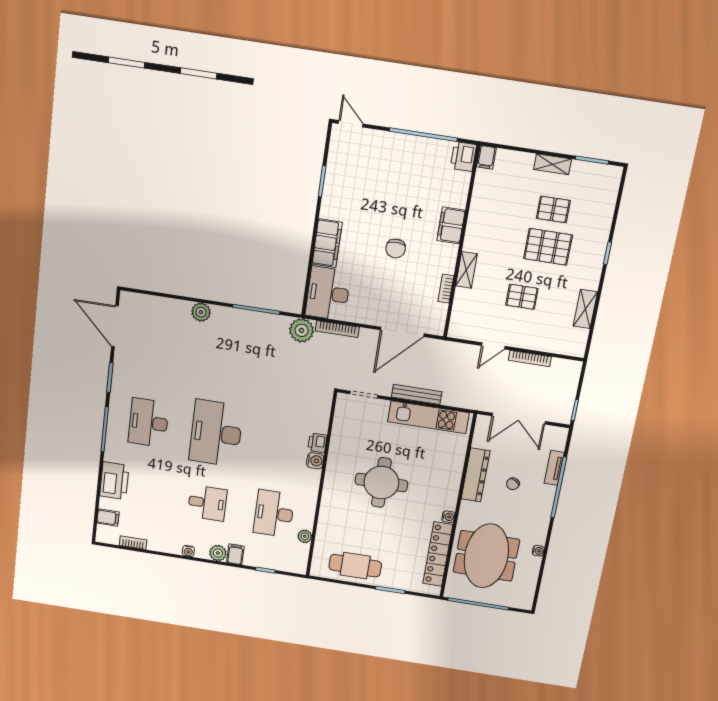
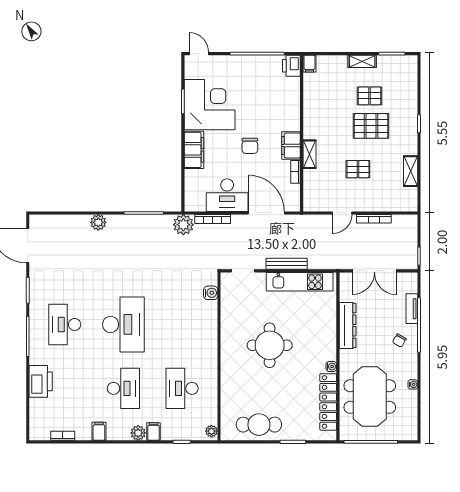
corner desk: (354, 190) -> (210, 105), added
filing cabinet: (451, 225) -> (291, 145), moved
desk: (328, 293) -> (227, 195), moved, turned -90
door: (402, 332) -> (266, 213), swing flipped
desk: (216, 433) -> (123, 324), turned 180
printer: (317, 443) -> (210, 319), removed
water cooler: (315, 461) -> (211, 293), moved
chair: (513, 484) -> (399, 340), moved
desk: (207, 503) -> (123, 388), width x1.37
filing cabinet: (108, 518) -> (99, 431), moved, turned -90
plant: (305, 536) -> (211, 431), moved
water cooler: (188, 551) -> (112, 435), removed

